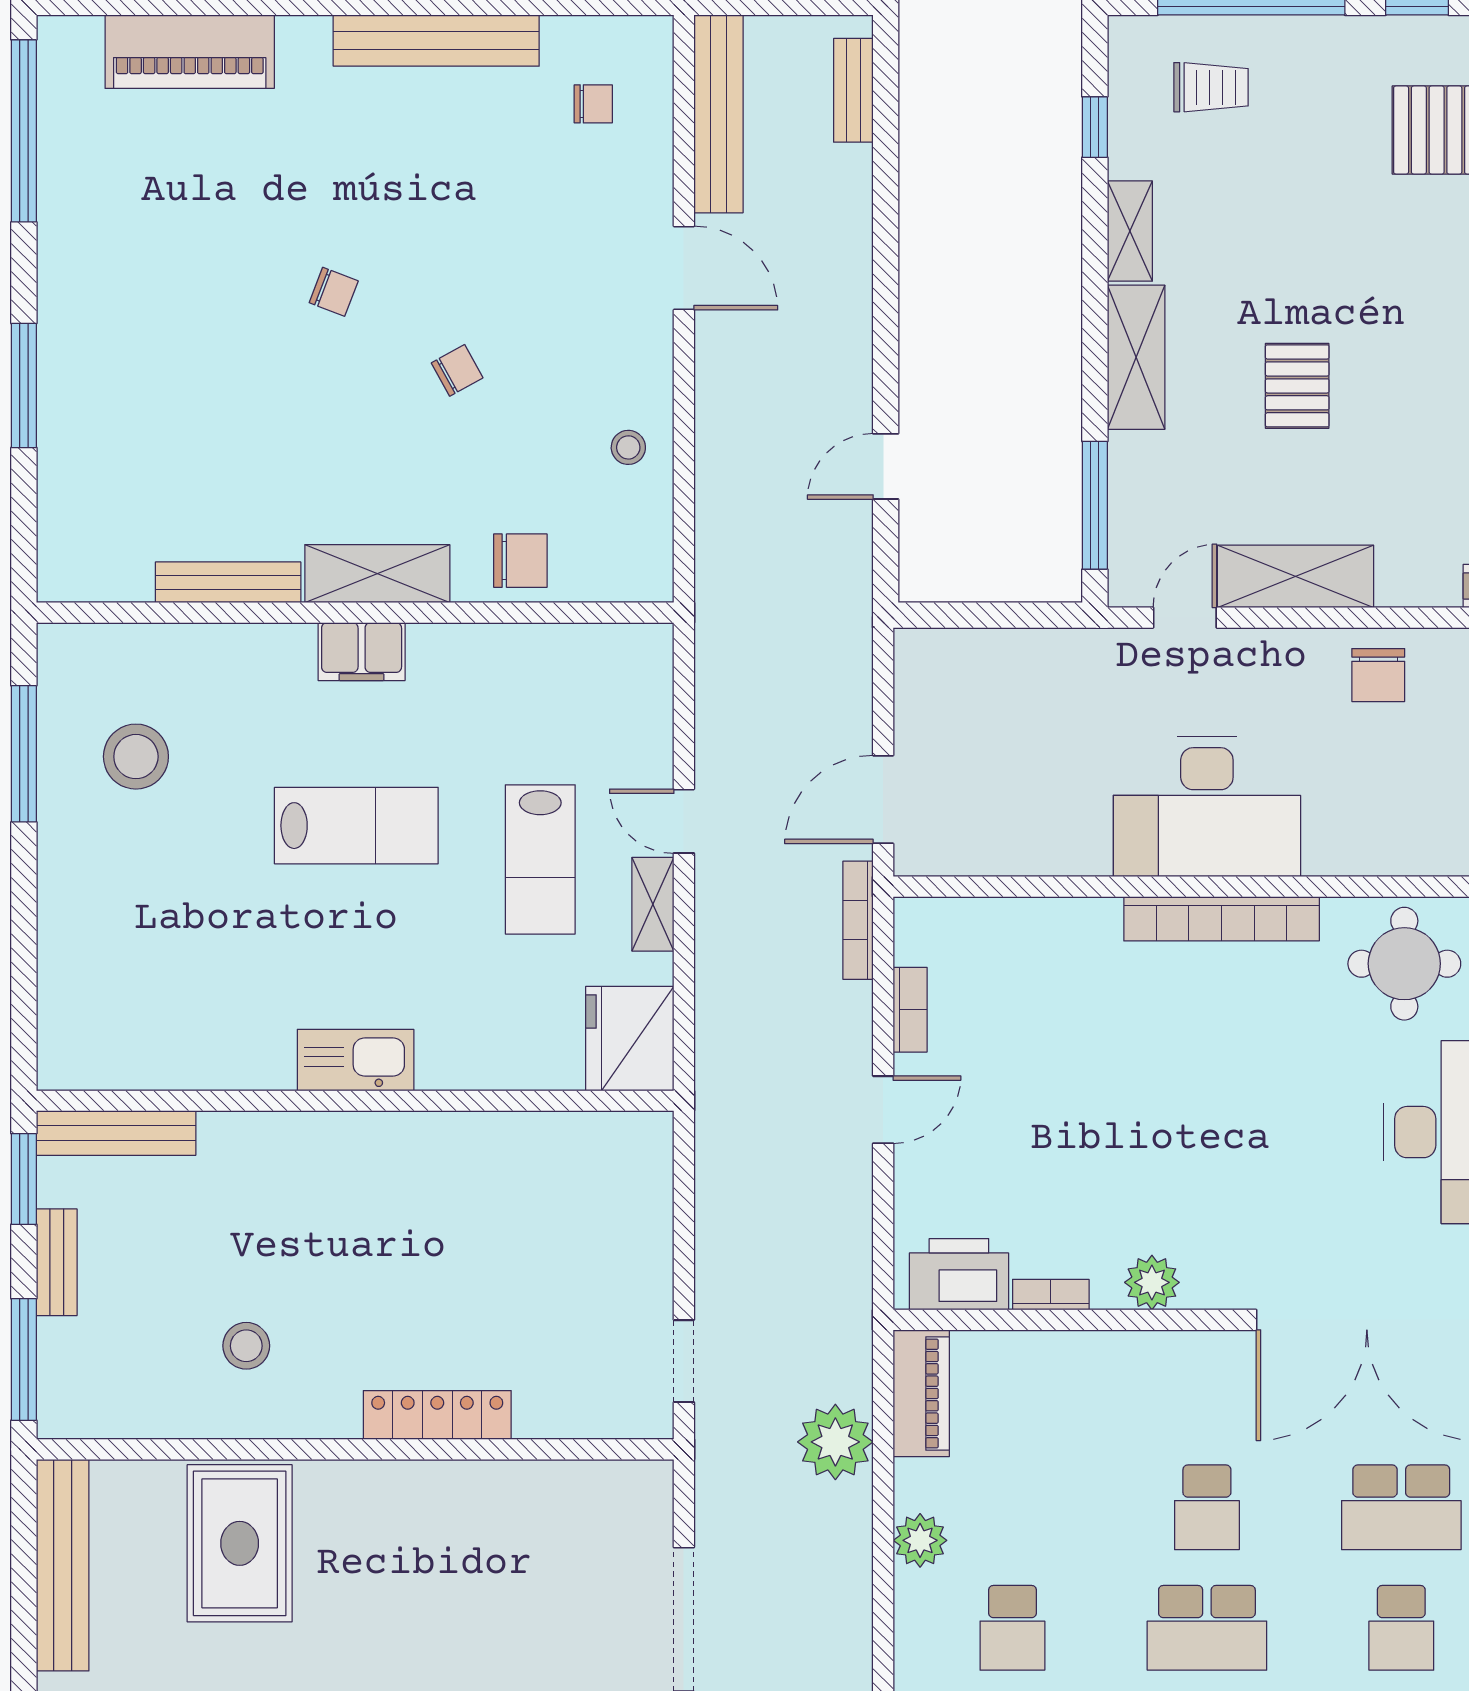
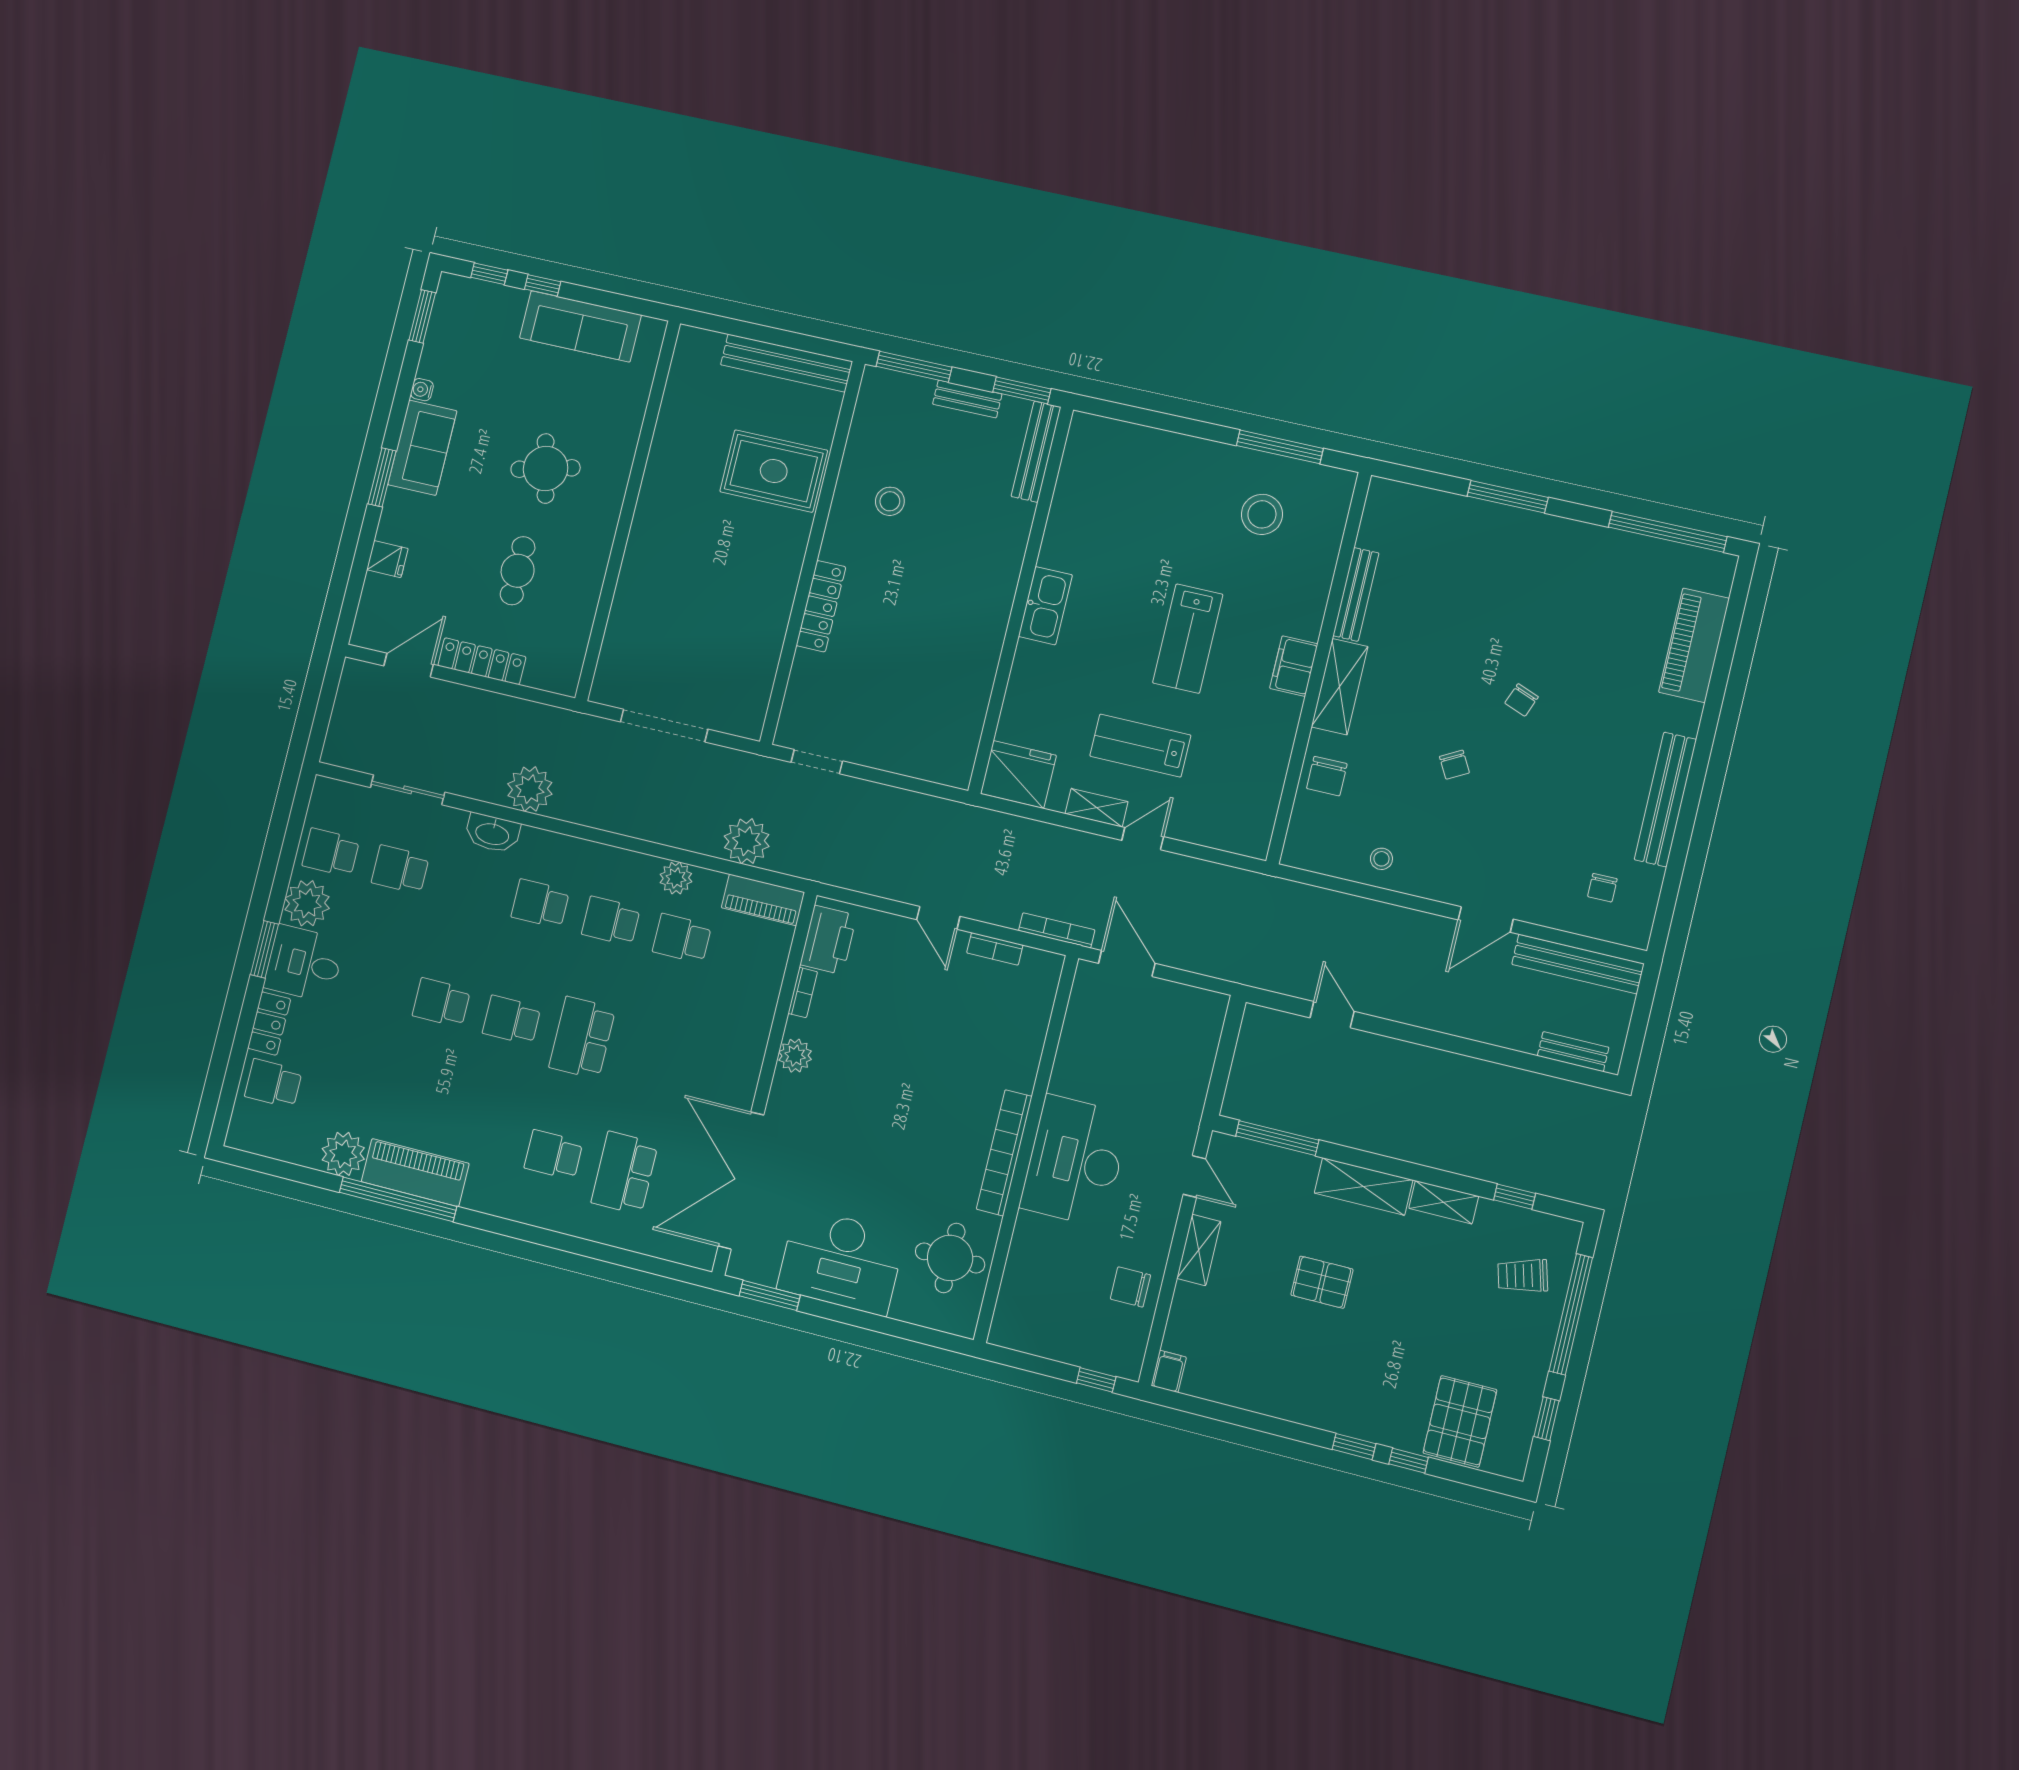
trolley: (1211, 87) -> (1523, 1276), turned 75
shelving: (1296, 576) -> (1199, 1250), width x0.67, depth x0.75
school desk: (1207, 1507) -> (682, 938), moved

